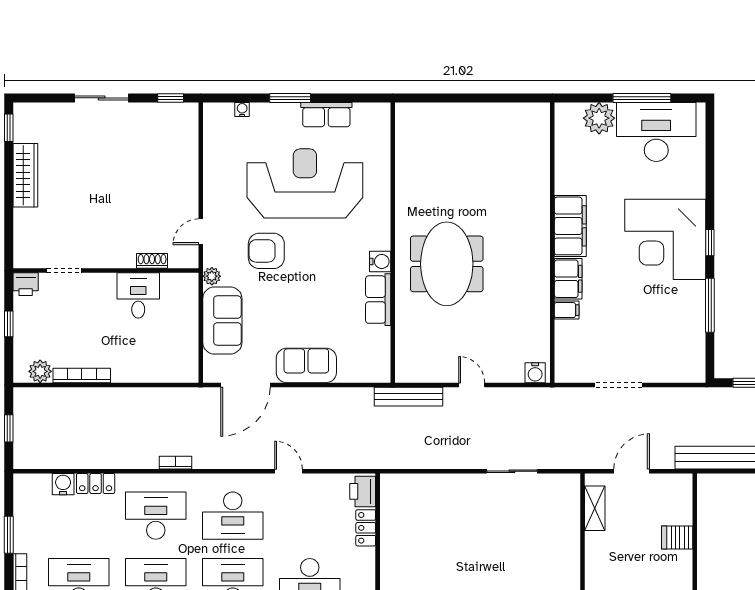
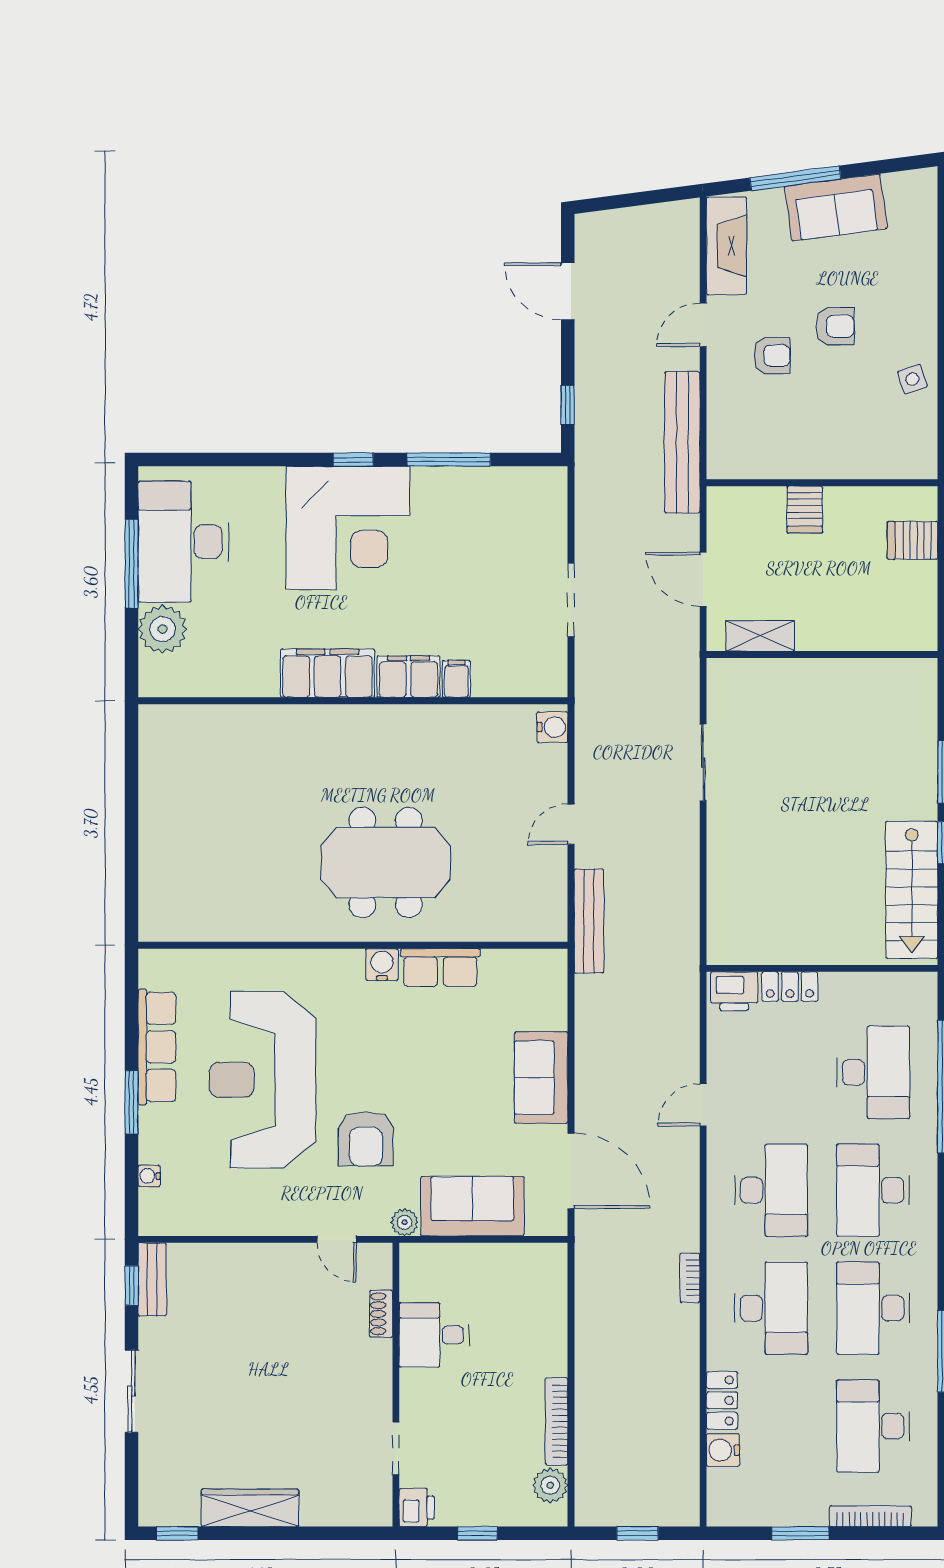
bench: (175, 111) -> (152, 1279), added
row of seats: (326, 115) -> (157, 1047), width x1.48
desk: (156, 516) -> (771, 1308), turned 180

